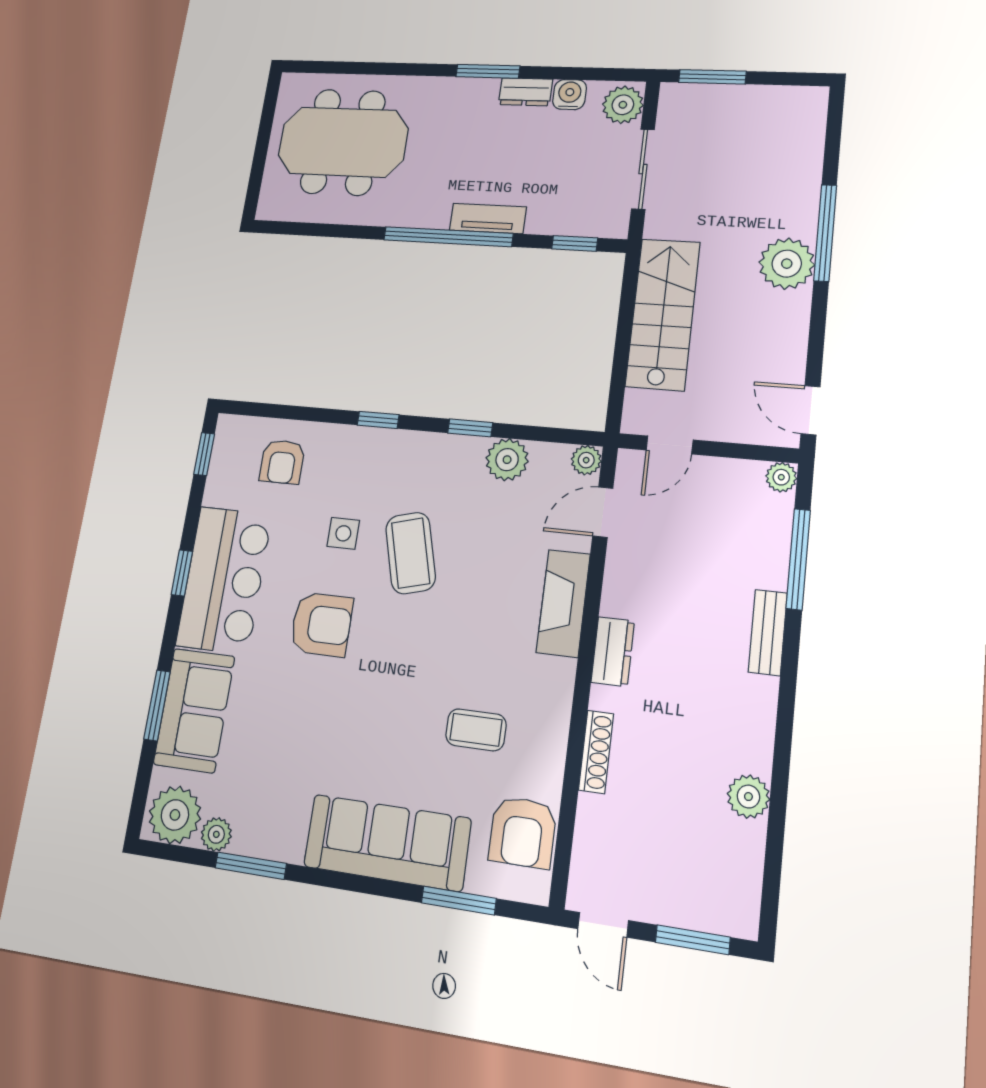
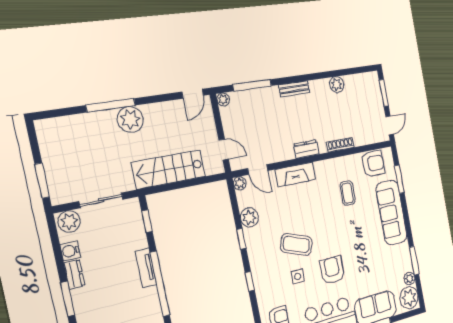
coffee table: (411, 553) -> (296, 244), turned 35
bench: (768, 632) -> (294, 89), moved

